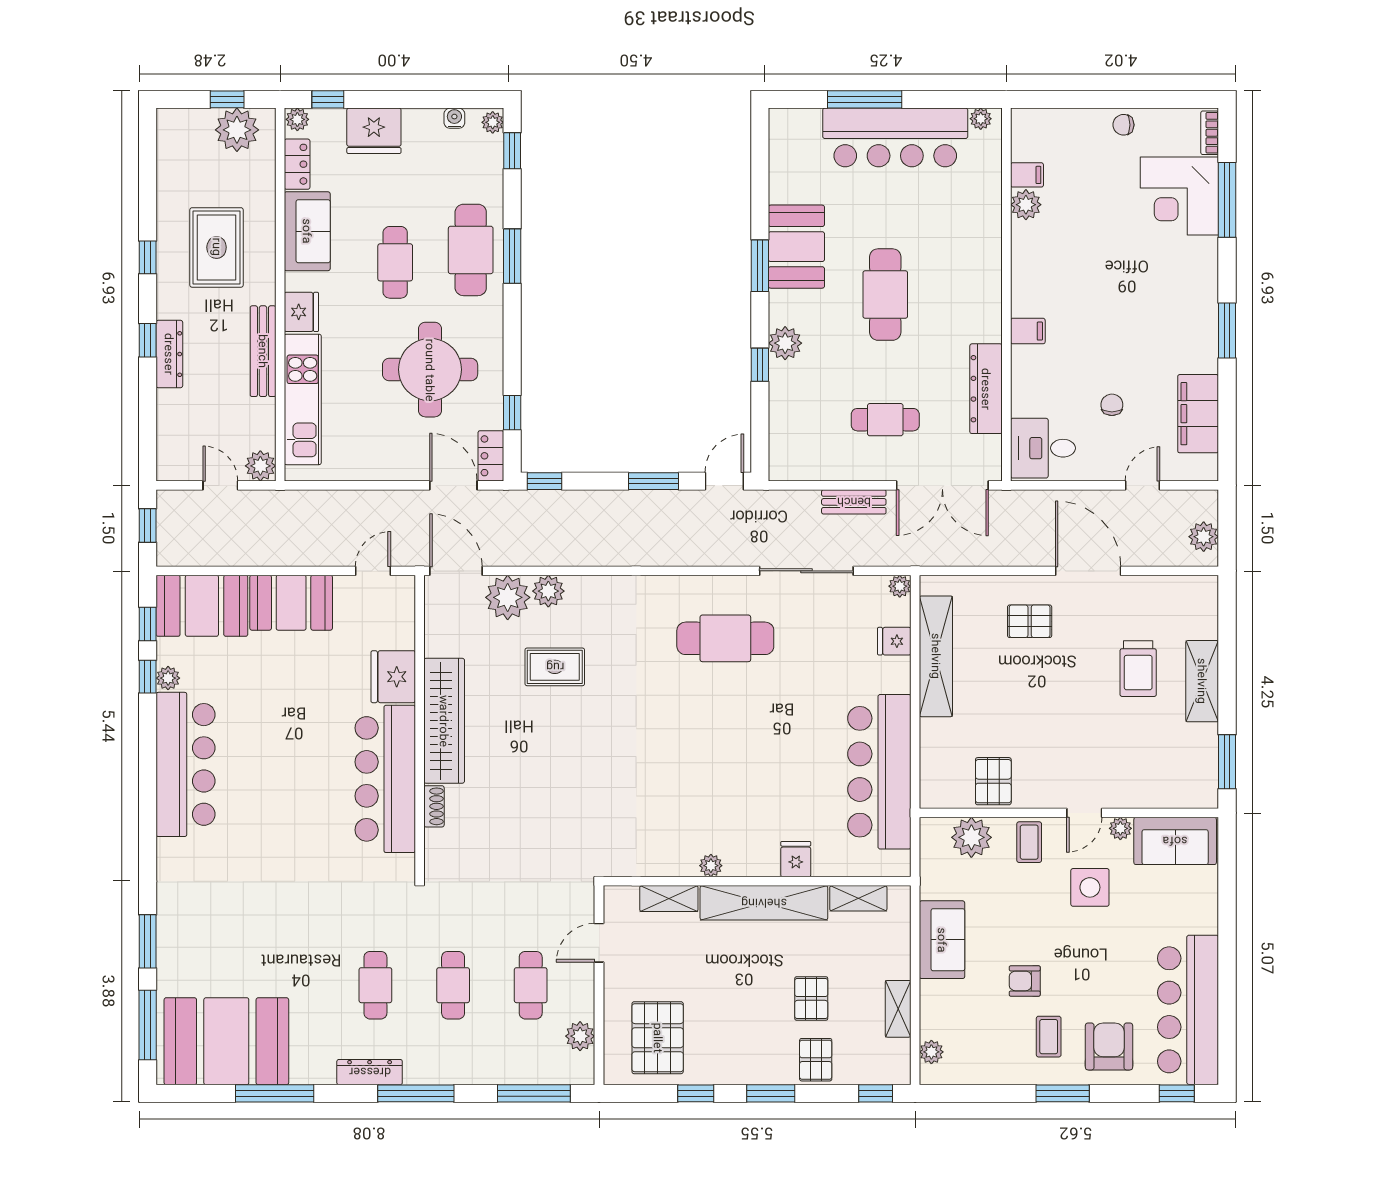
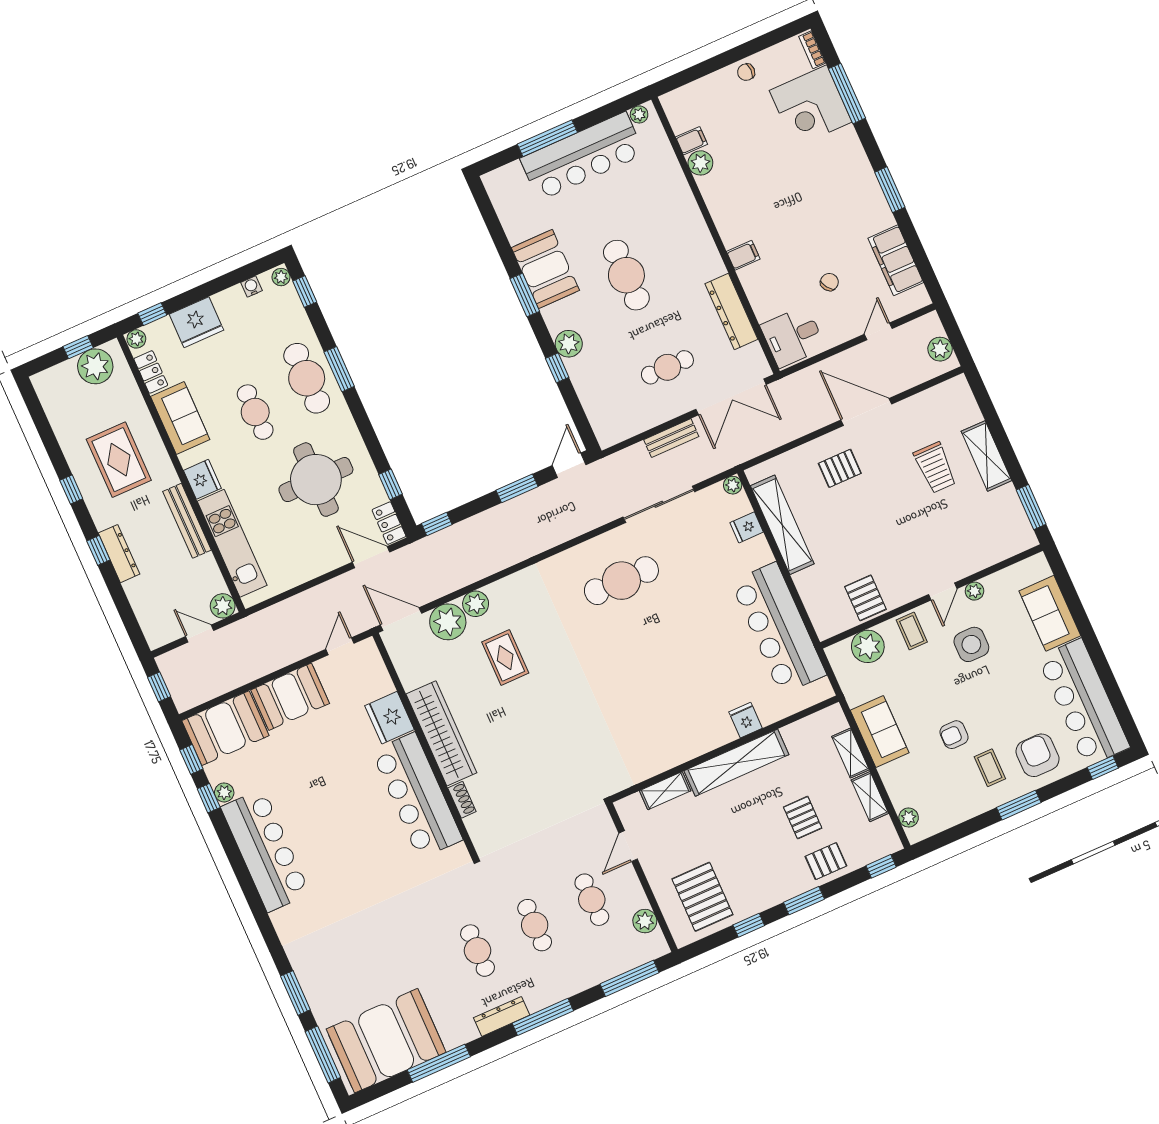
chair: (1112, 405) -> (829, 282), turned 54
rug: (555, 667) -> (505, 658), turned 90
sofa: (1175, 841) -> (1050, 613), moved, turned 90
plant: (711, 866) -> (685, 753), removed
shelving: (858, 898) -> (850, 753), moved, turned 90
pallet: (816, 1060) -> (826, 861), turned 90

